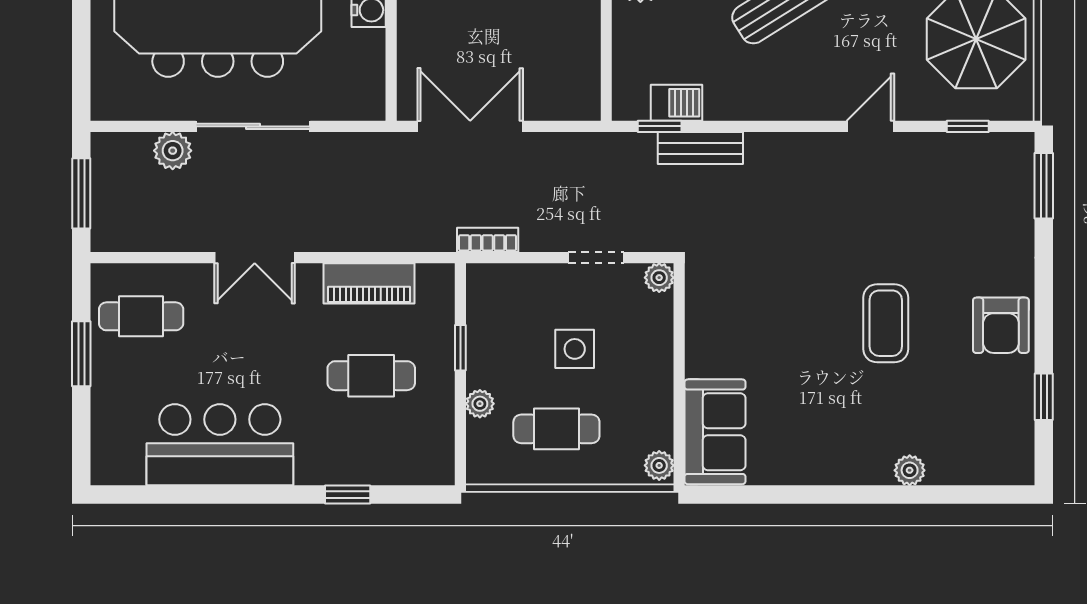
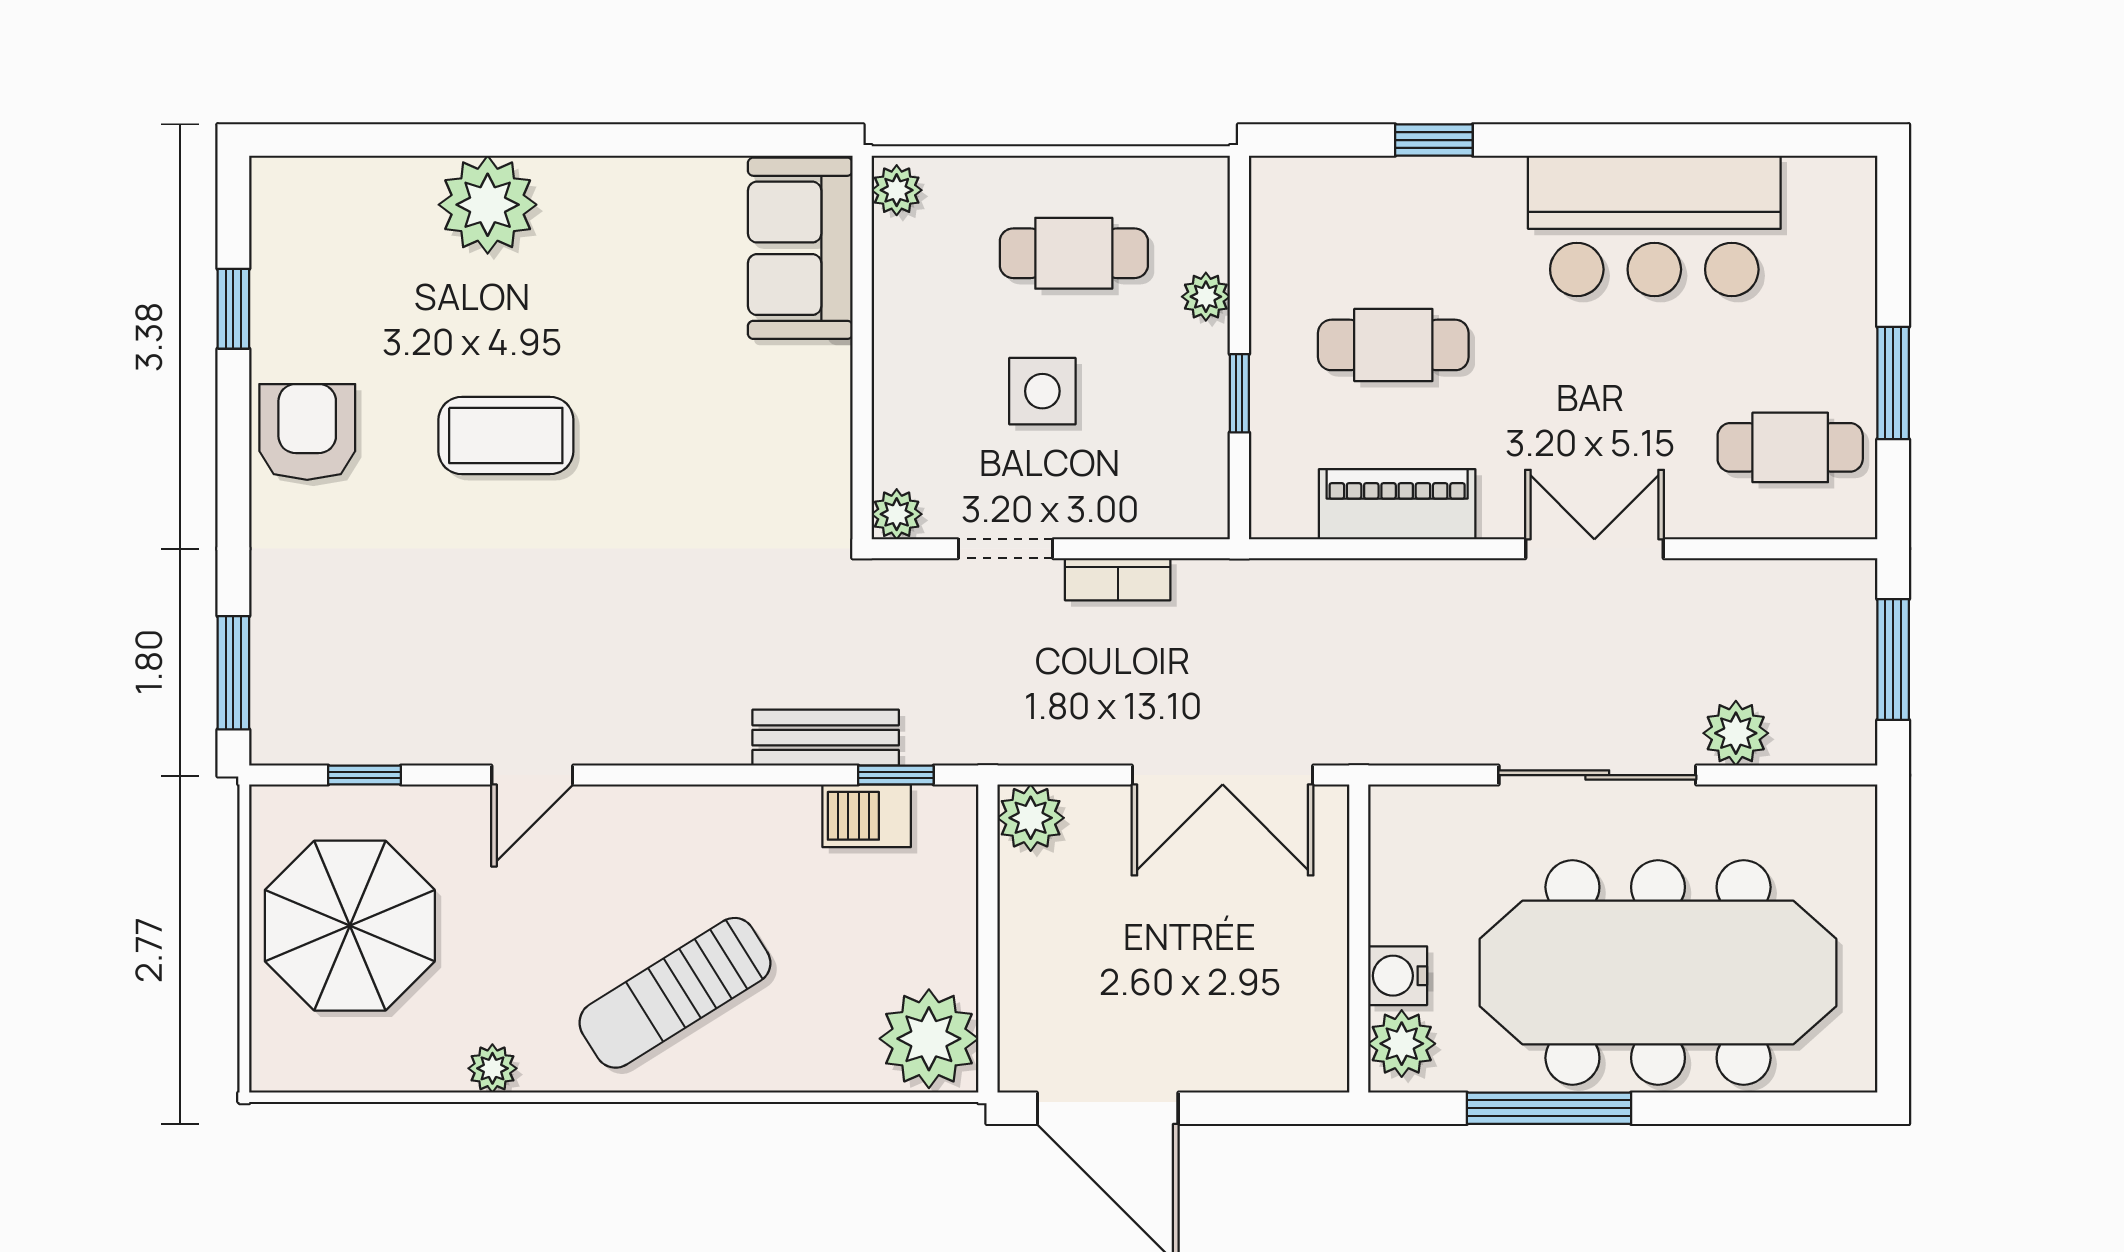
plant: (581, 102) -> (1031, 818), added
bookcase: (488, 240) -> (1118, 579), moved
coffee table: (886, 323) -> (506, 435), turned 90
plant: (910, 470) -> (488, 205), width x1.87, depth x1.87

